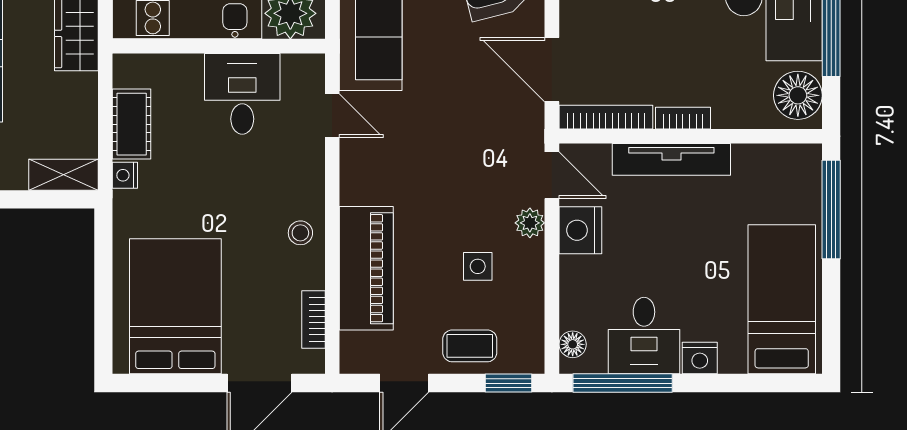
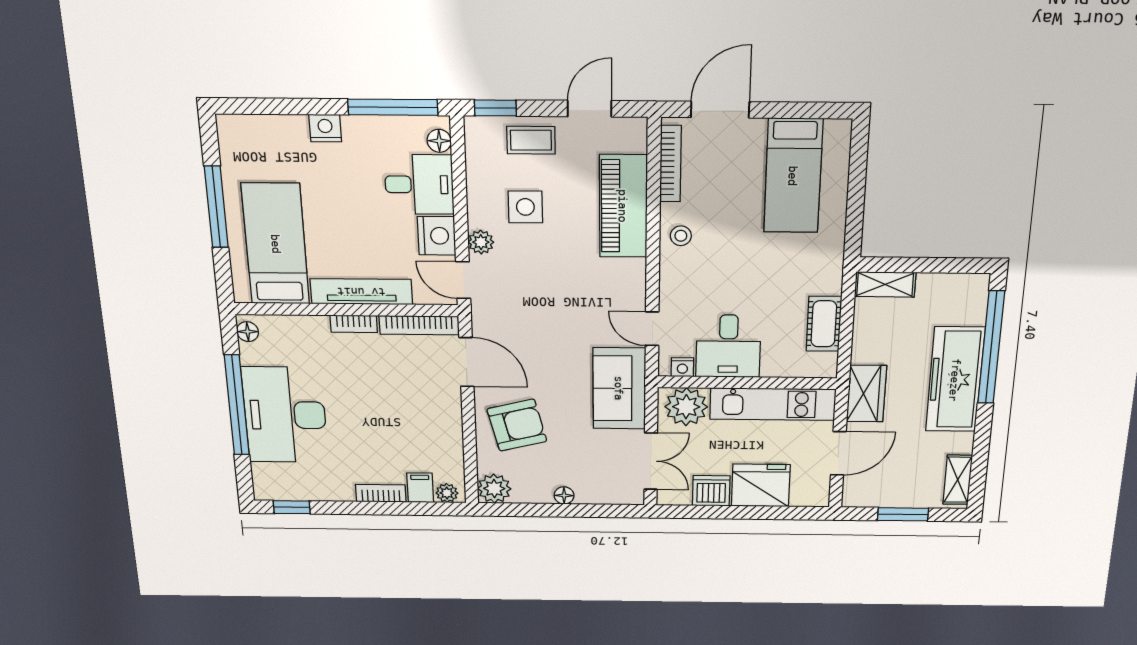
floor lamp: (798, 95) -> (248, 332), width x0.53, depth x0.53
nightstand: (125, 175) -> (682, 367), moved, turned 90
window: (831, 209) -> (216, 207), moved
side table: (478, 266) -> (525, 207), width x1.37, depth x1.37
bed: (782, 299) -> (276, 244), moved, turned 180
bed: (175, 306) -> (793, 176), width x0.67
bookcase: (313, 319) -> (670, 164), width x1.56
desk: (644, 336) -> (419, 184), moved, turned 90

